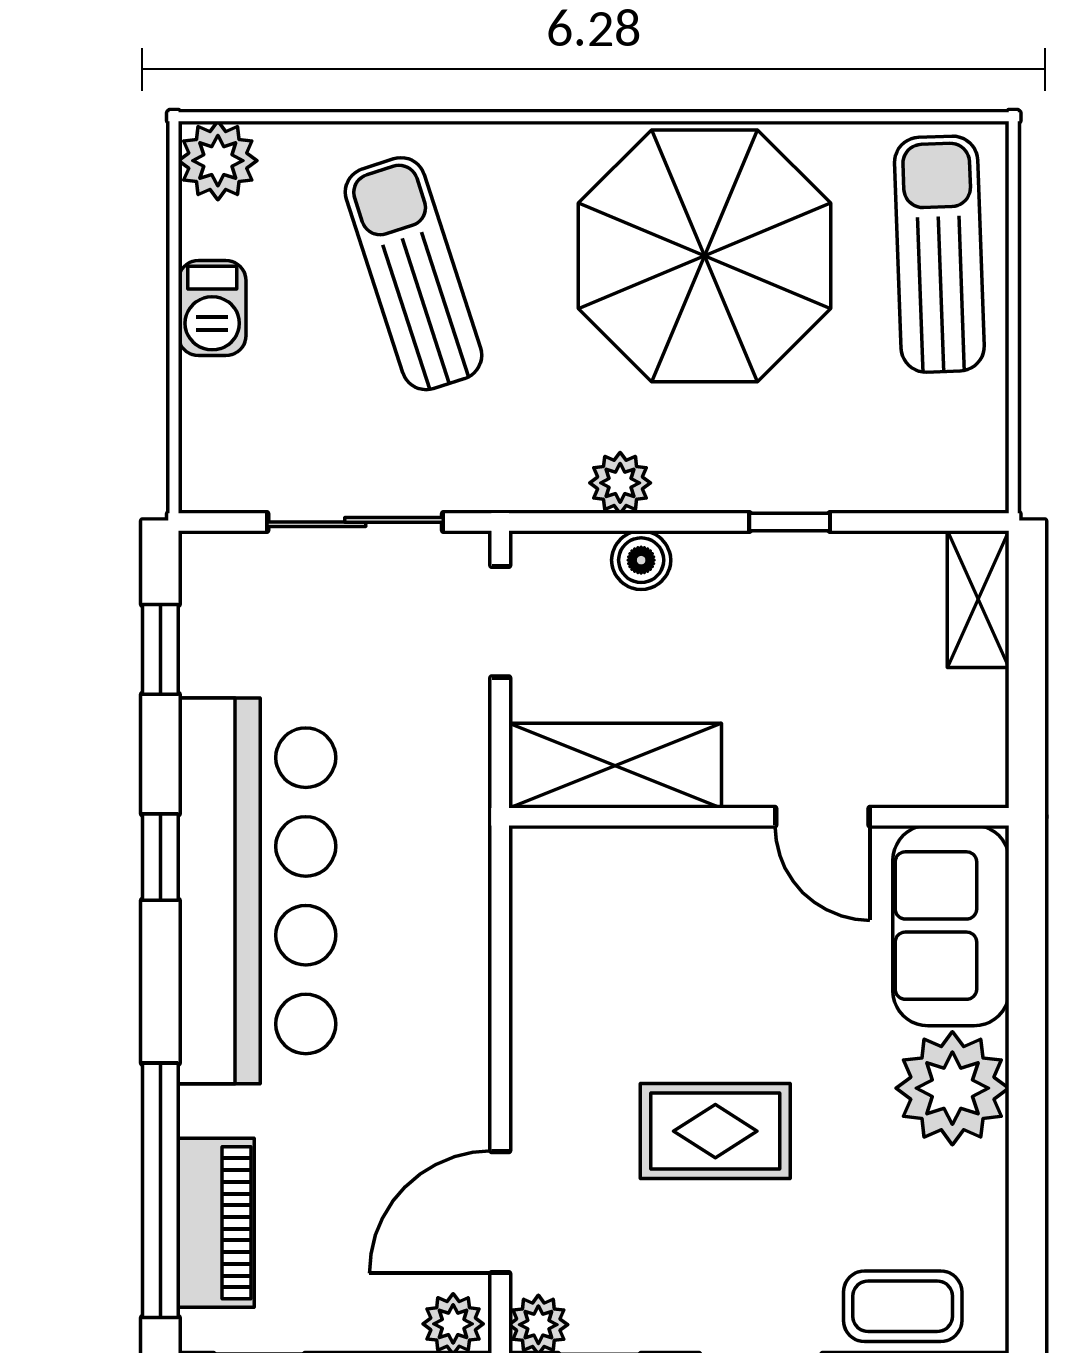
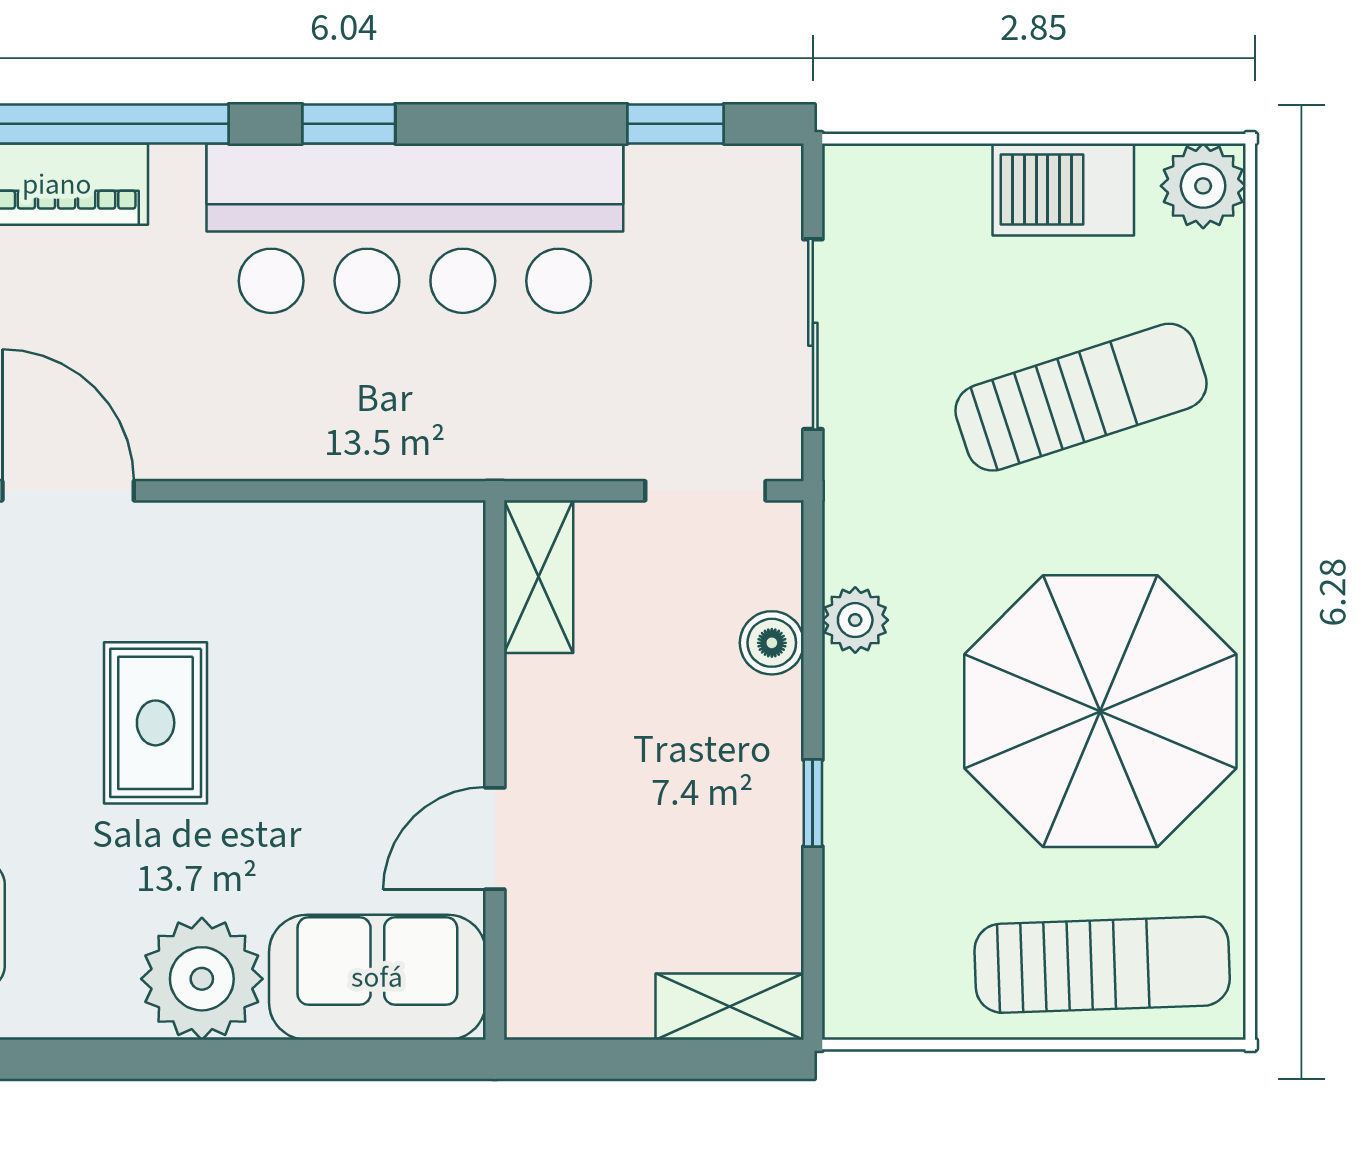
barbecue: (212, 308) -> (1063, 189), width x1.38, depth x1.27
shelving: (615, 766) -> (539, 577), width x0.67, depth x0.75
window: (160, 857) -> (349, 124), moved

